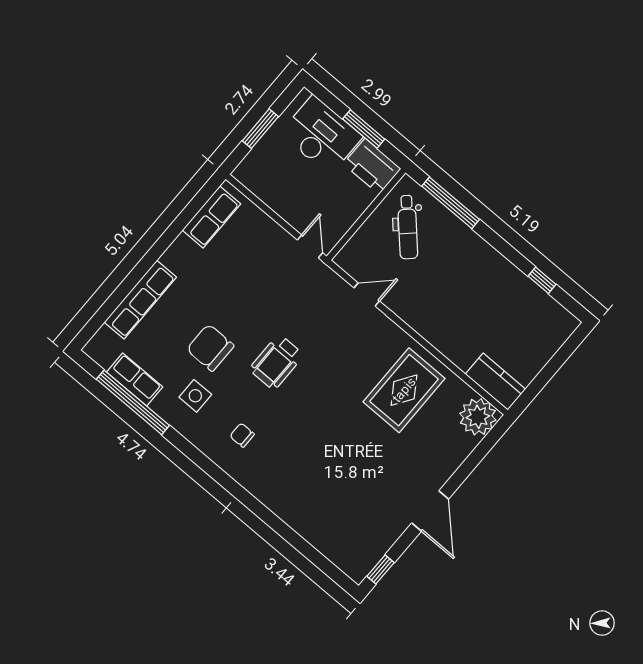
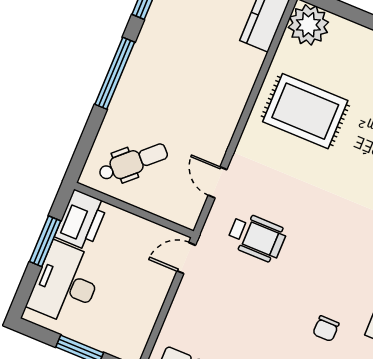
window: (451, 203) -> (115, 73), moved
chair: (210, 348) -> (326, 329), width x0.54, depth x0.54
wheelchair: (276, 362) -> (257, 237), moved

